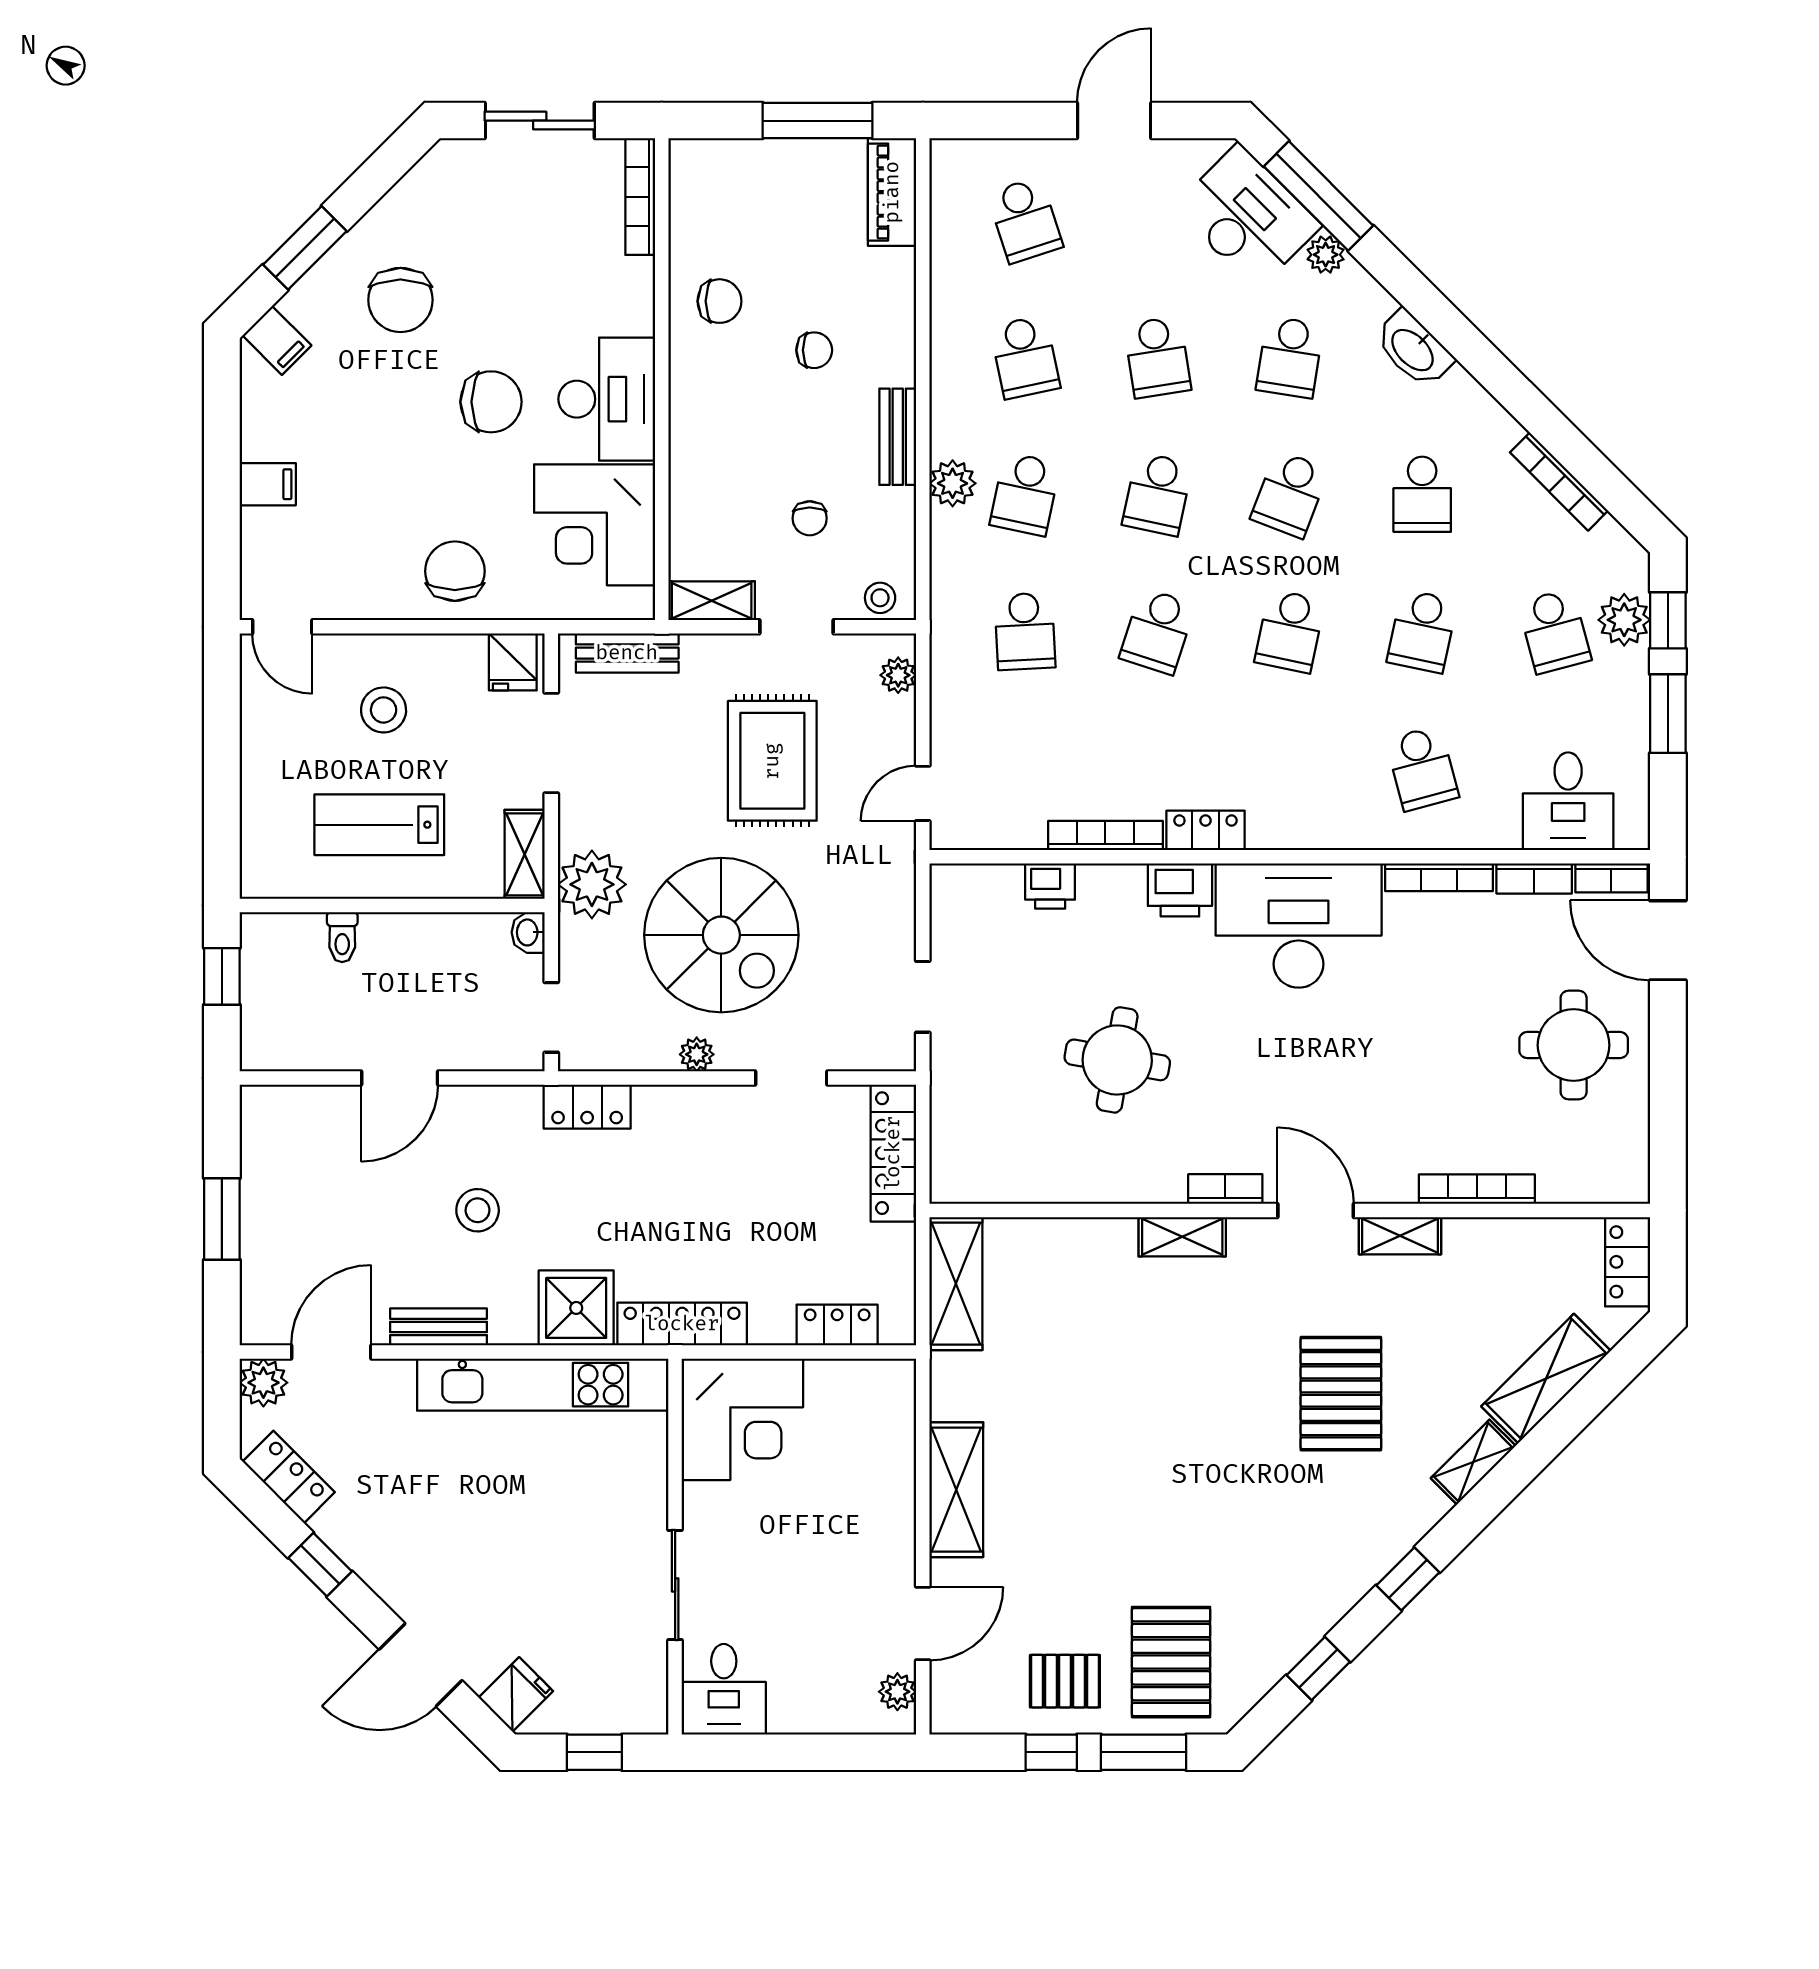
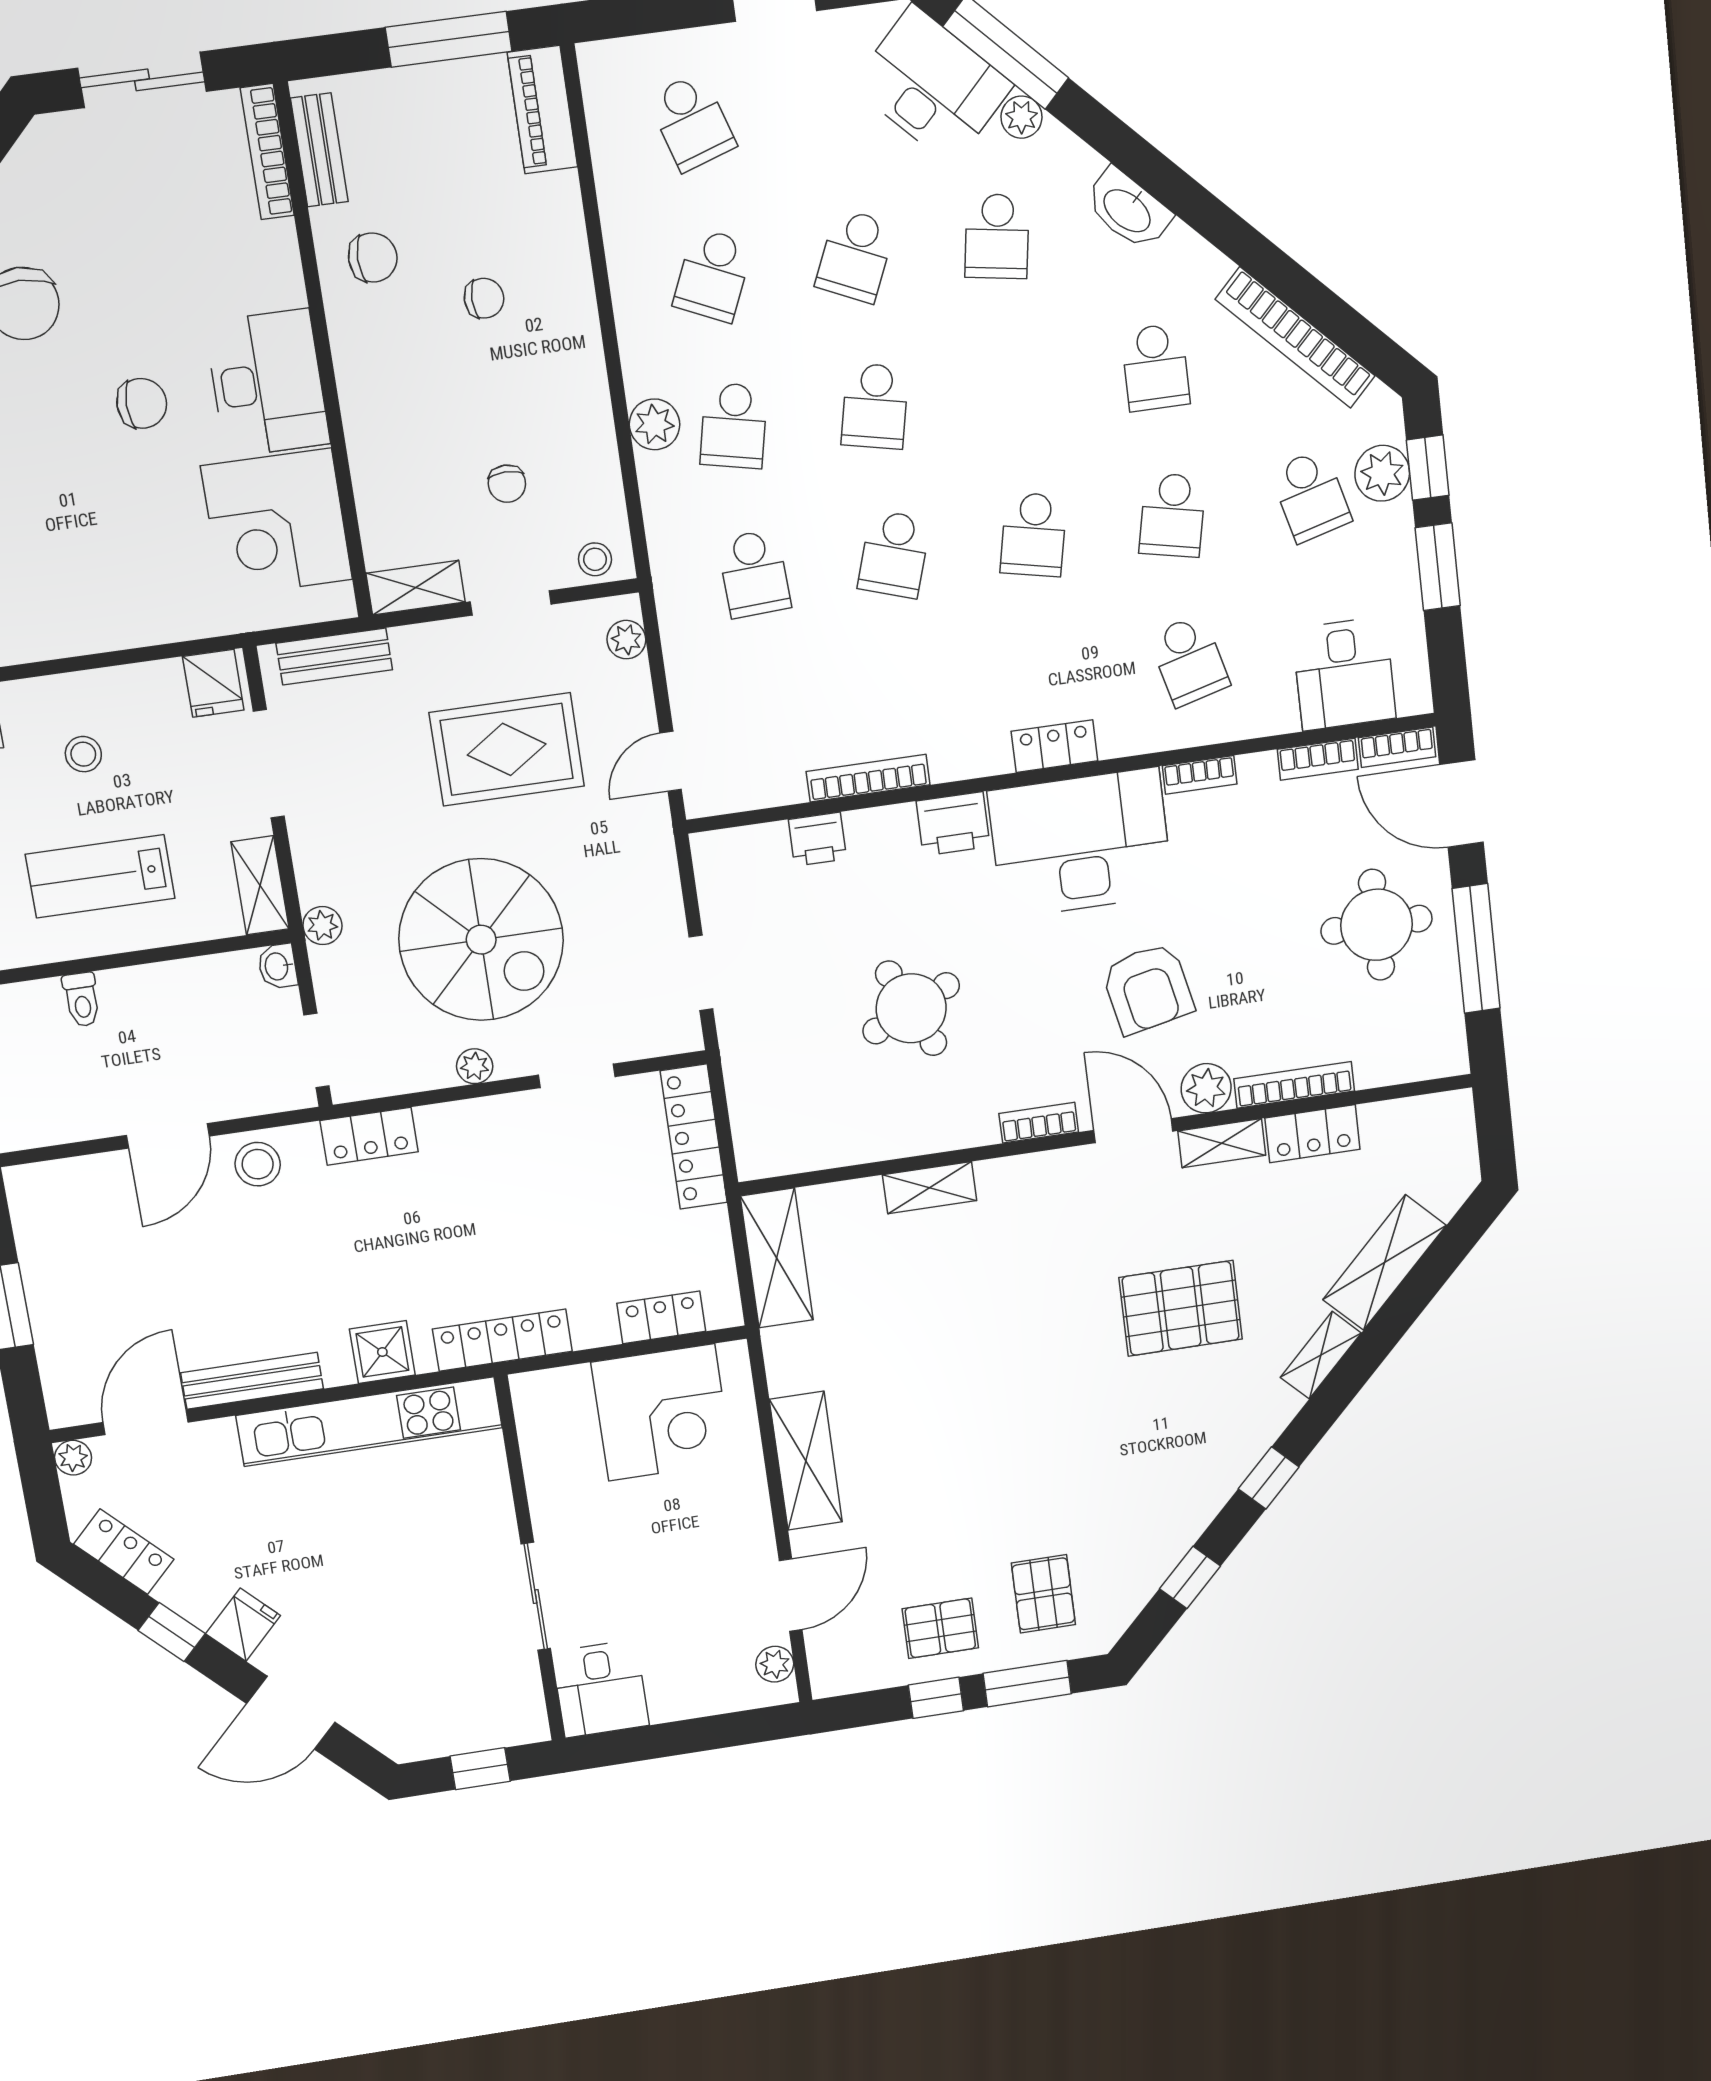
school desk: (1025, 357) -> (713, 275), turned 36
school desk: (1157, 357) -> (855, 256), turned 33
chair: (491, 402) -> (142, 403), width x0.73, depth x0.73
bench: (898, 437) -> (319, 150), moved
bookcase: (1559, 482) -> (1295, 338), width x1.48, depth x1.31
school desk: (1290, 494) -> (1015, 387), removed
chair: (455, 571) -> (134, 594), removed
stool: (384, 710) -> (83, 754), width x0.73, depth x0.73
rug: (772, 761) -> (507, 749), turned 90
locker: (1205, 830) -> (1054, 746), moved
bookcase: (1439, 877) -> (1200, 775), width x0.64
plant: (592, 884) -> (322, 926), width x0.53, depth x0.53
round table: (1117, 1060) -> (911, 1008), turned -35
armchair: (1346, 1074) -> (1148, 989), added
window: (1668, 1082) -> (1476, 948), added
plant: (1391, 1180) -> (1206, 1088), added
stool: (478, 1210) -> (258, 1164), moved
shelving: (1182, 1237) -> (930, 1188), moved
locker: (1628, 1262) -> (1312, 1134), moved, turned -90
shower: (576, 1308) -> (382, 1352), width x0.73, depth x0.73
bench: (438, 1327) -> (252, 1381), width x1.36
plant: (263, 1383) -> (73, 1458), width x0.73, depth x0.73
pallet: (1341, 1394) -> (1181, 1308), turned 90
corner desk: (742, 1419) -> (662, 1412), moved
pallet: (1171, 1662) -> (1043, 1594), width x0.67, depth x0.71
fridge: (516, 1694) -> (243, 1625), moved

